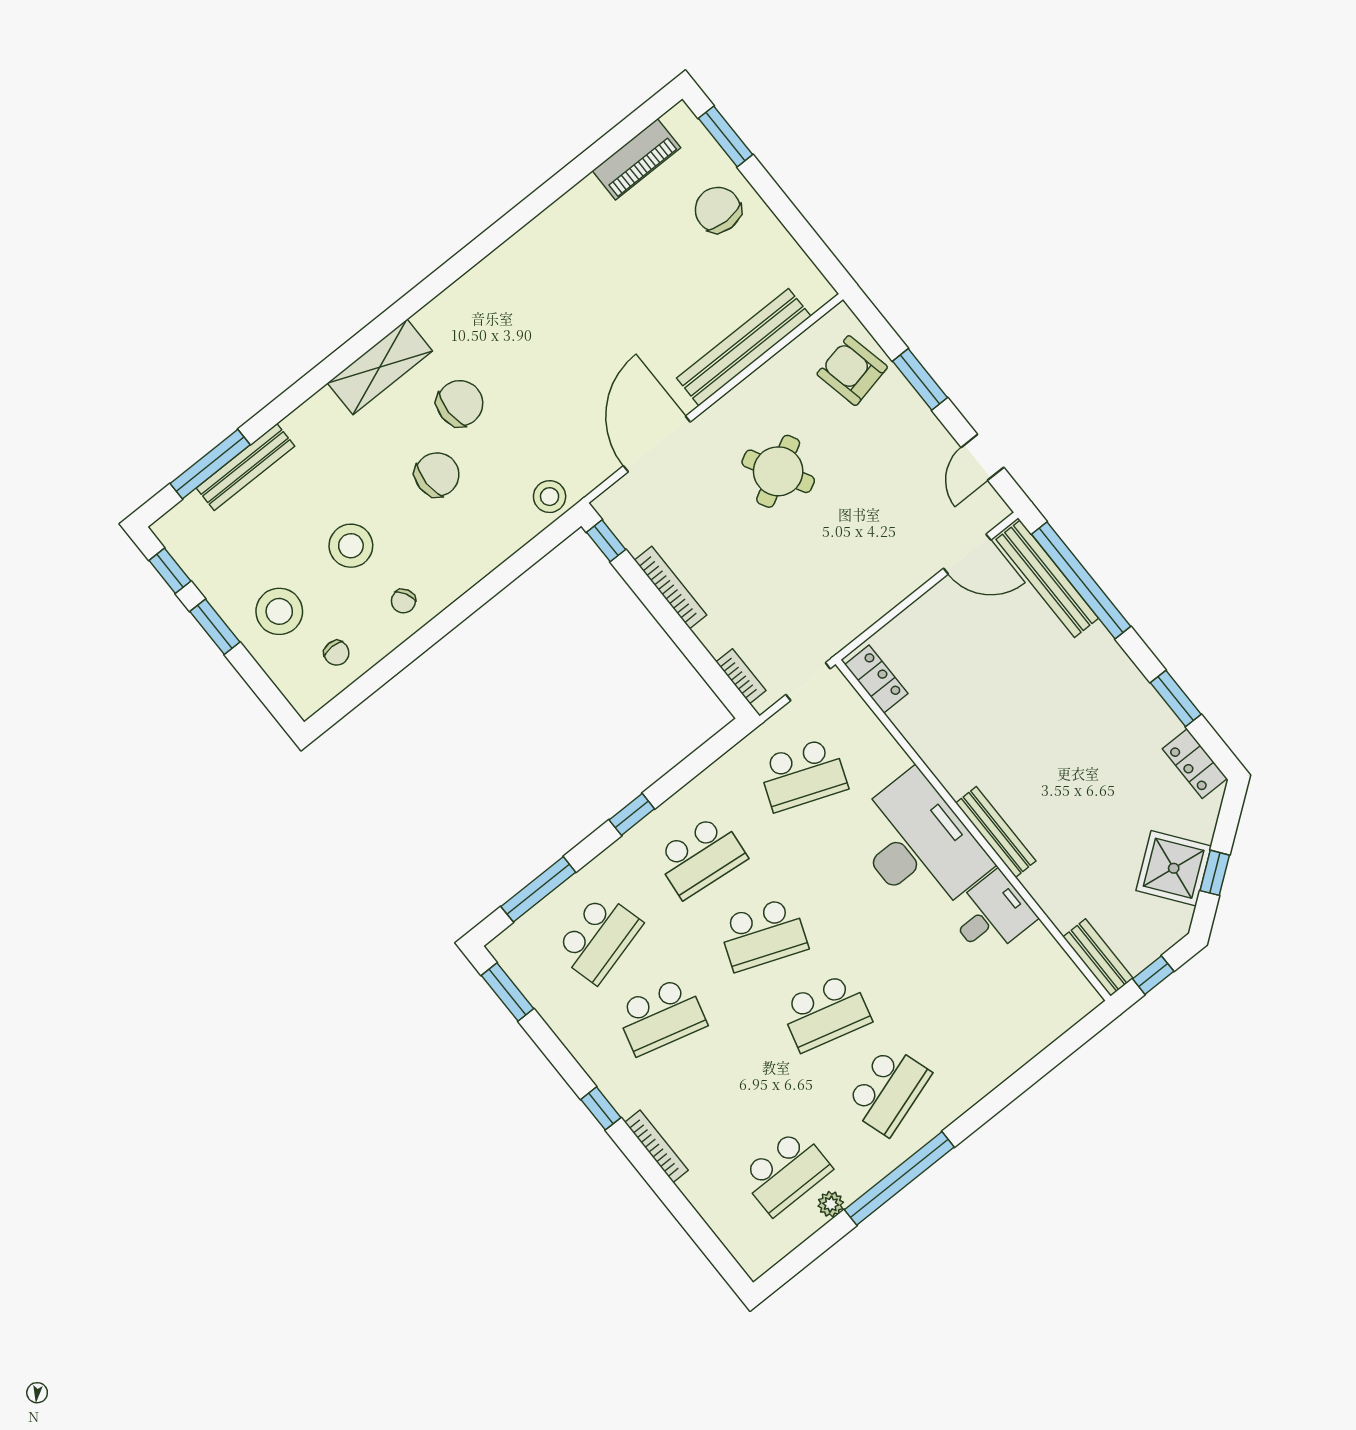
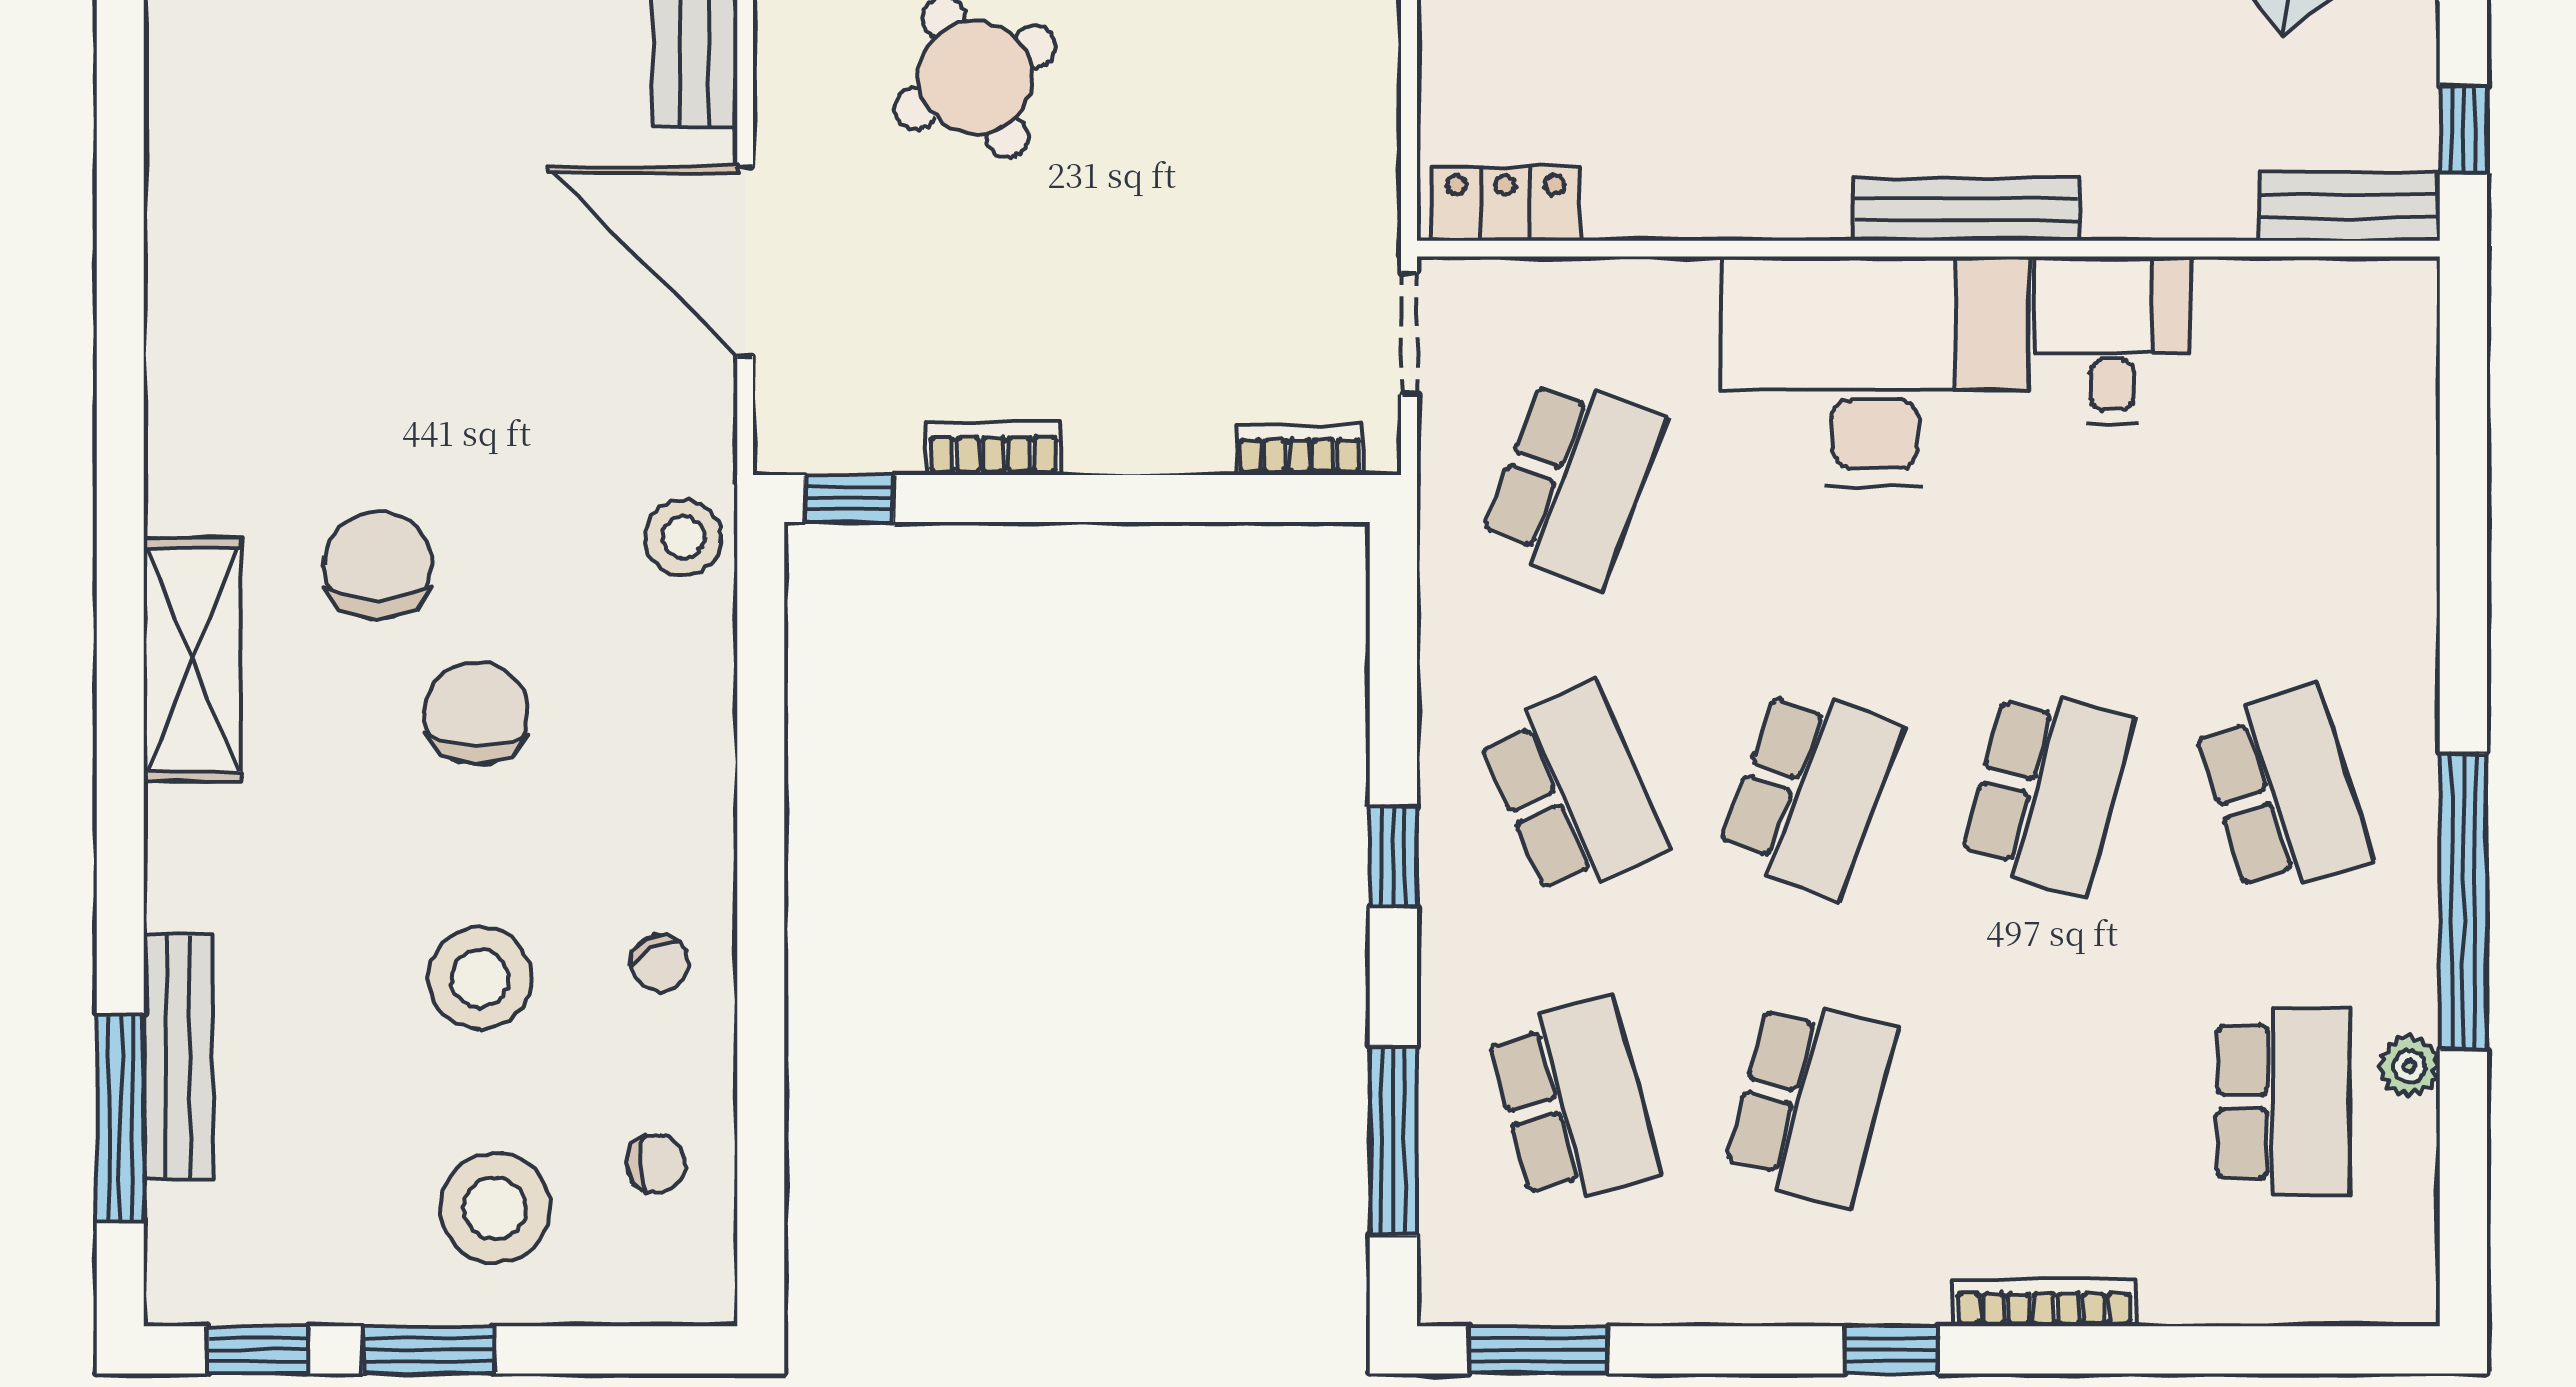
bookcase: (671, 588) -> (994, 448), width x0.64
school desk: (701, 856) -> (1573, 791), turned -30

